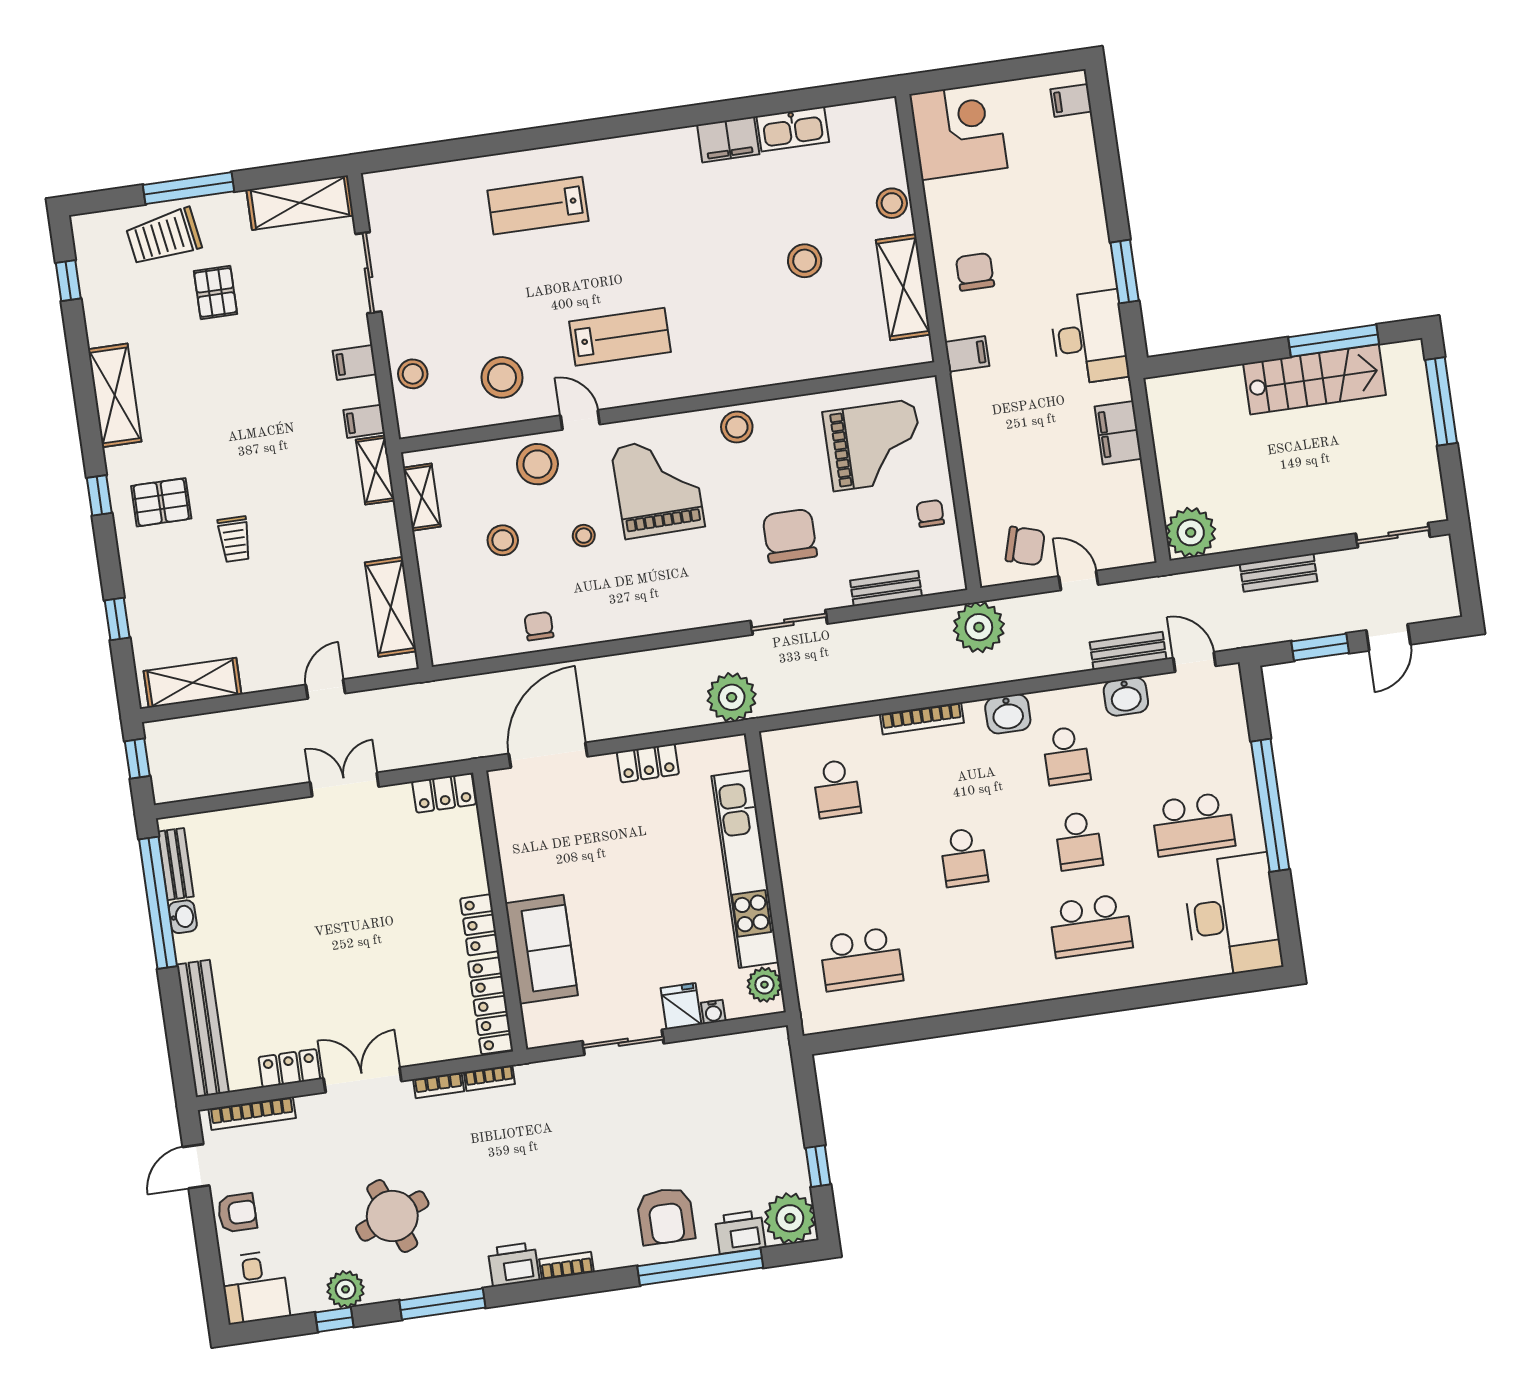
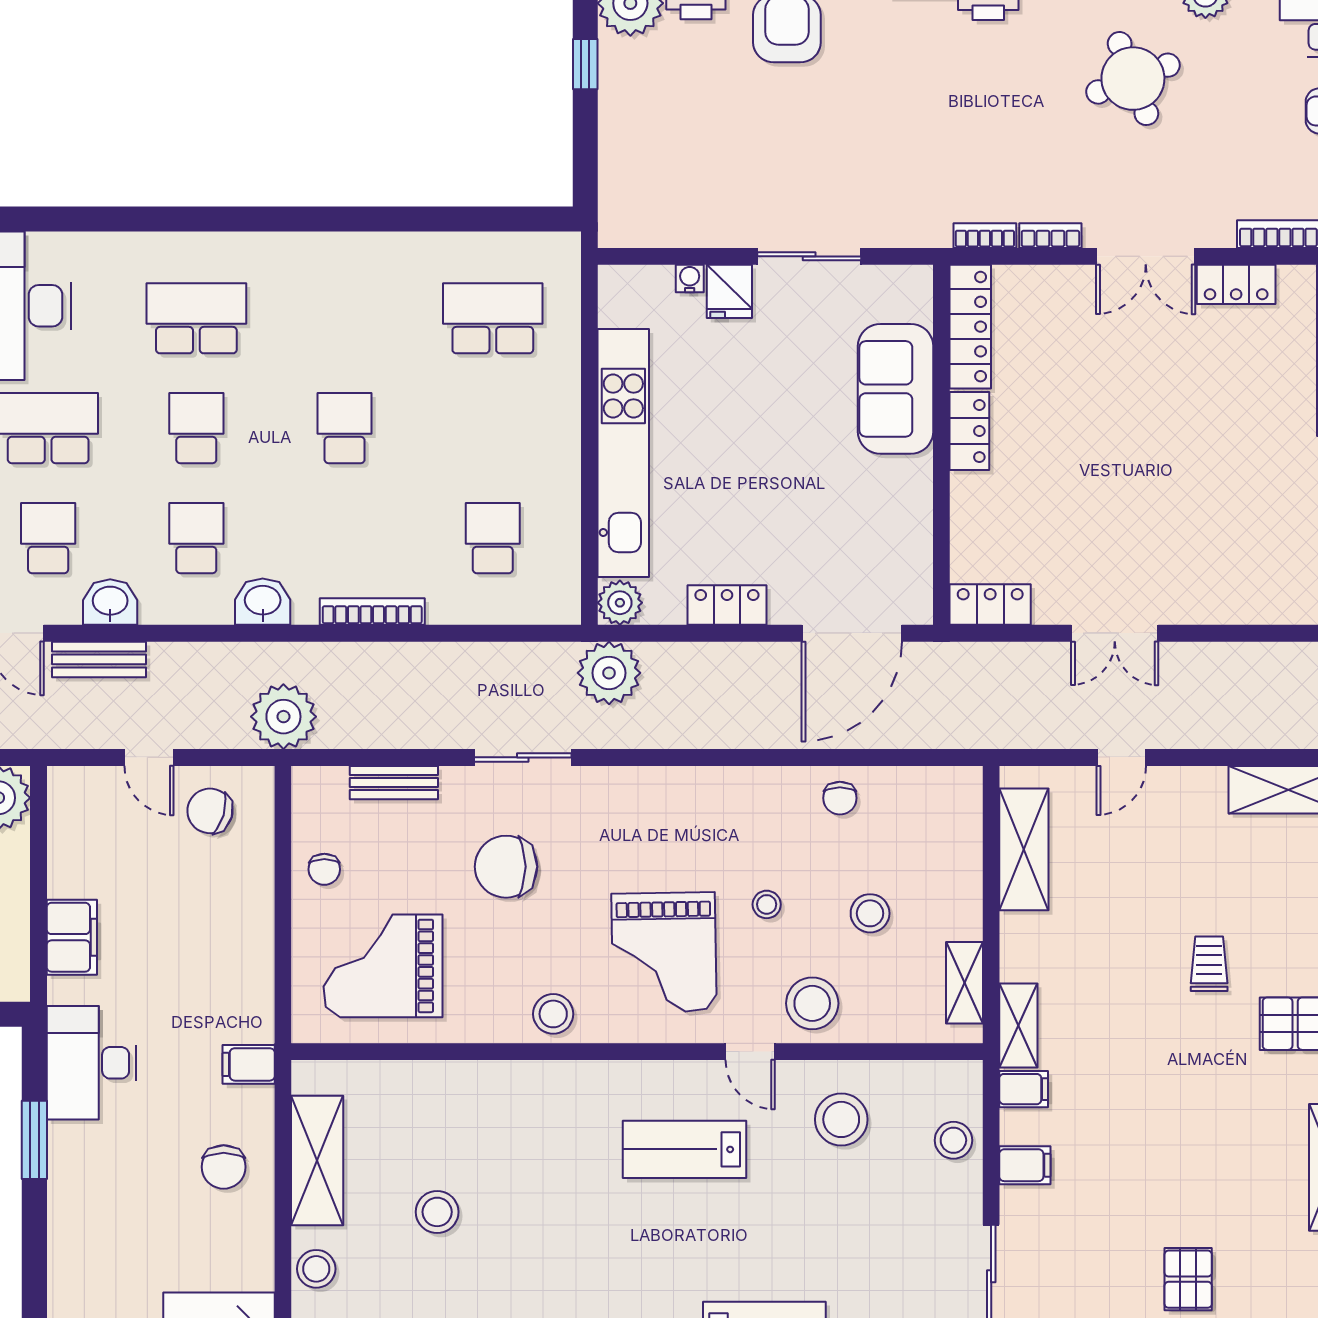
chair: (790, 536) -> (506, 867), turned 90
school desk: (1181, 739) -> (48, 538), added
plant: (764, 985) -> (620, 603), moved

